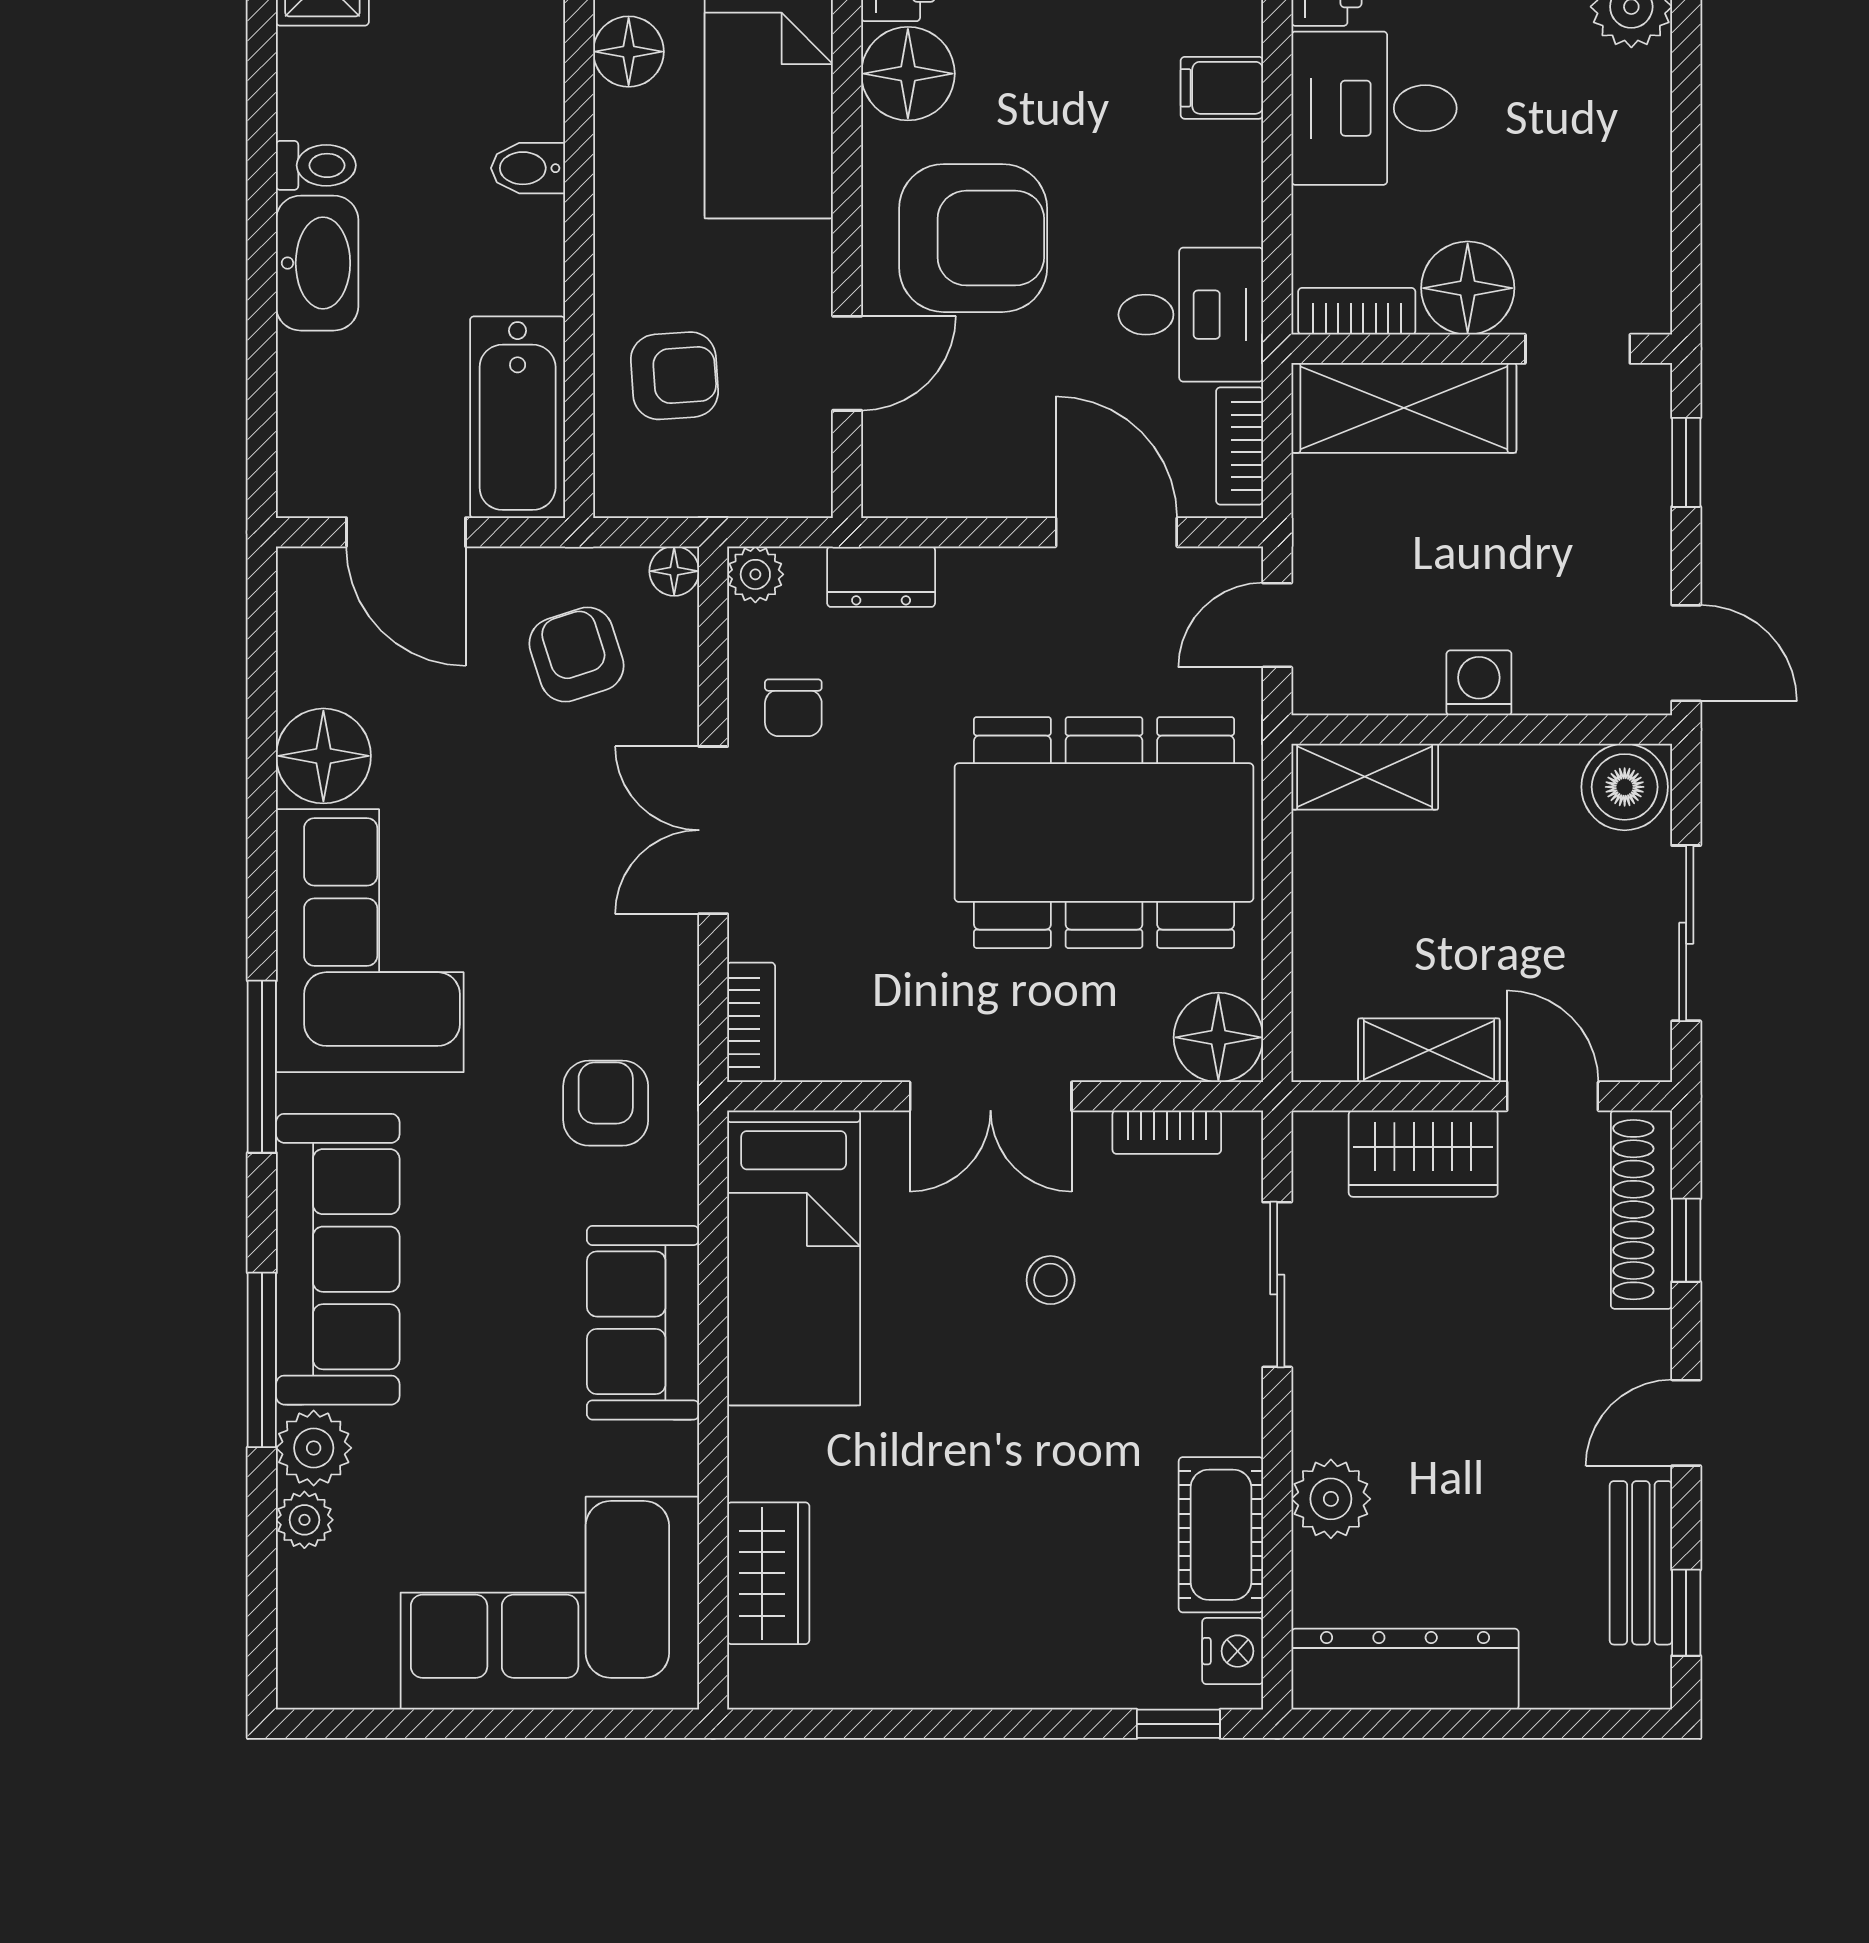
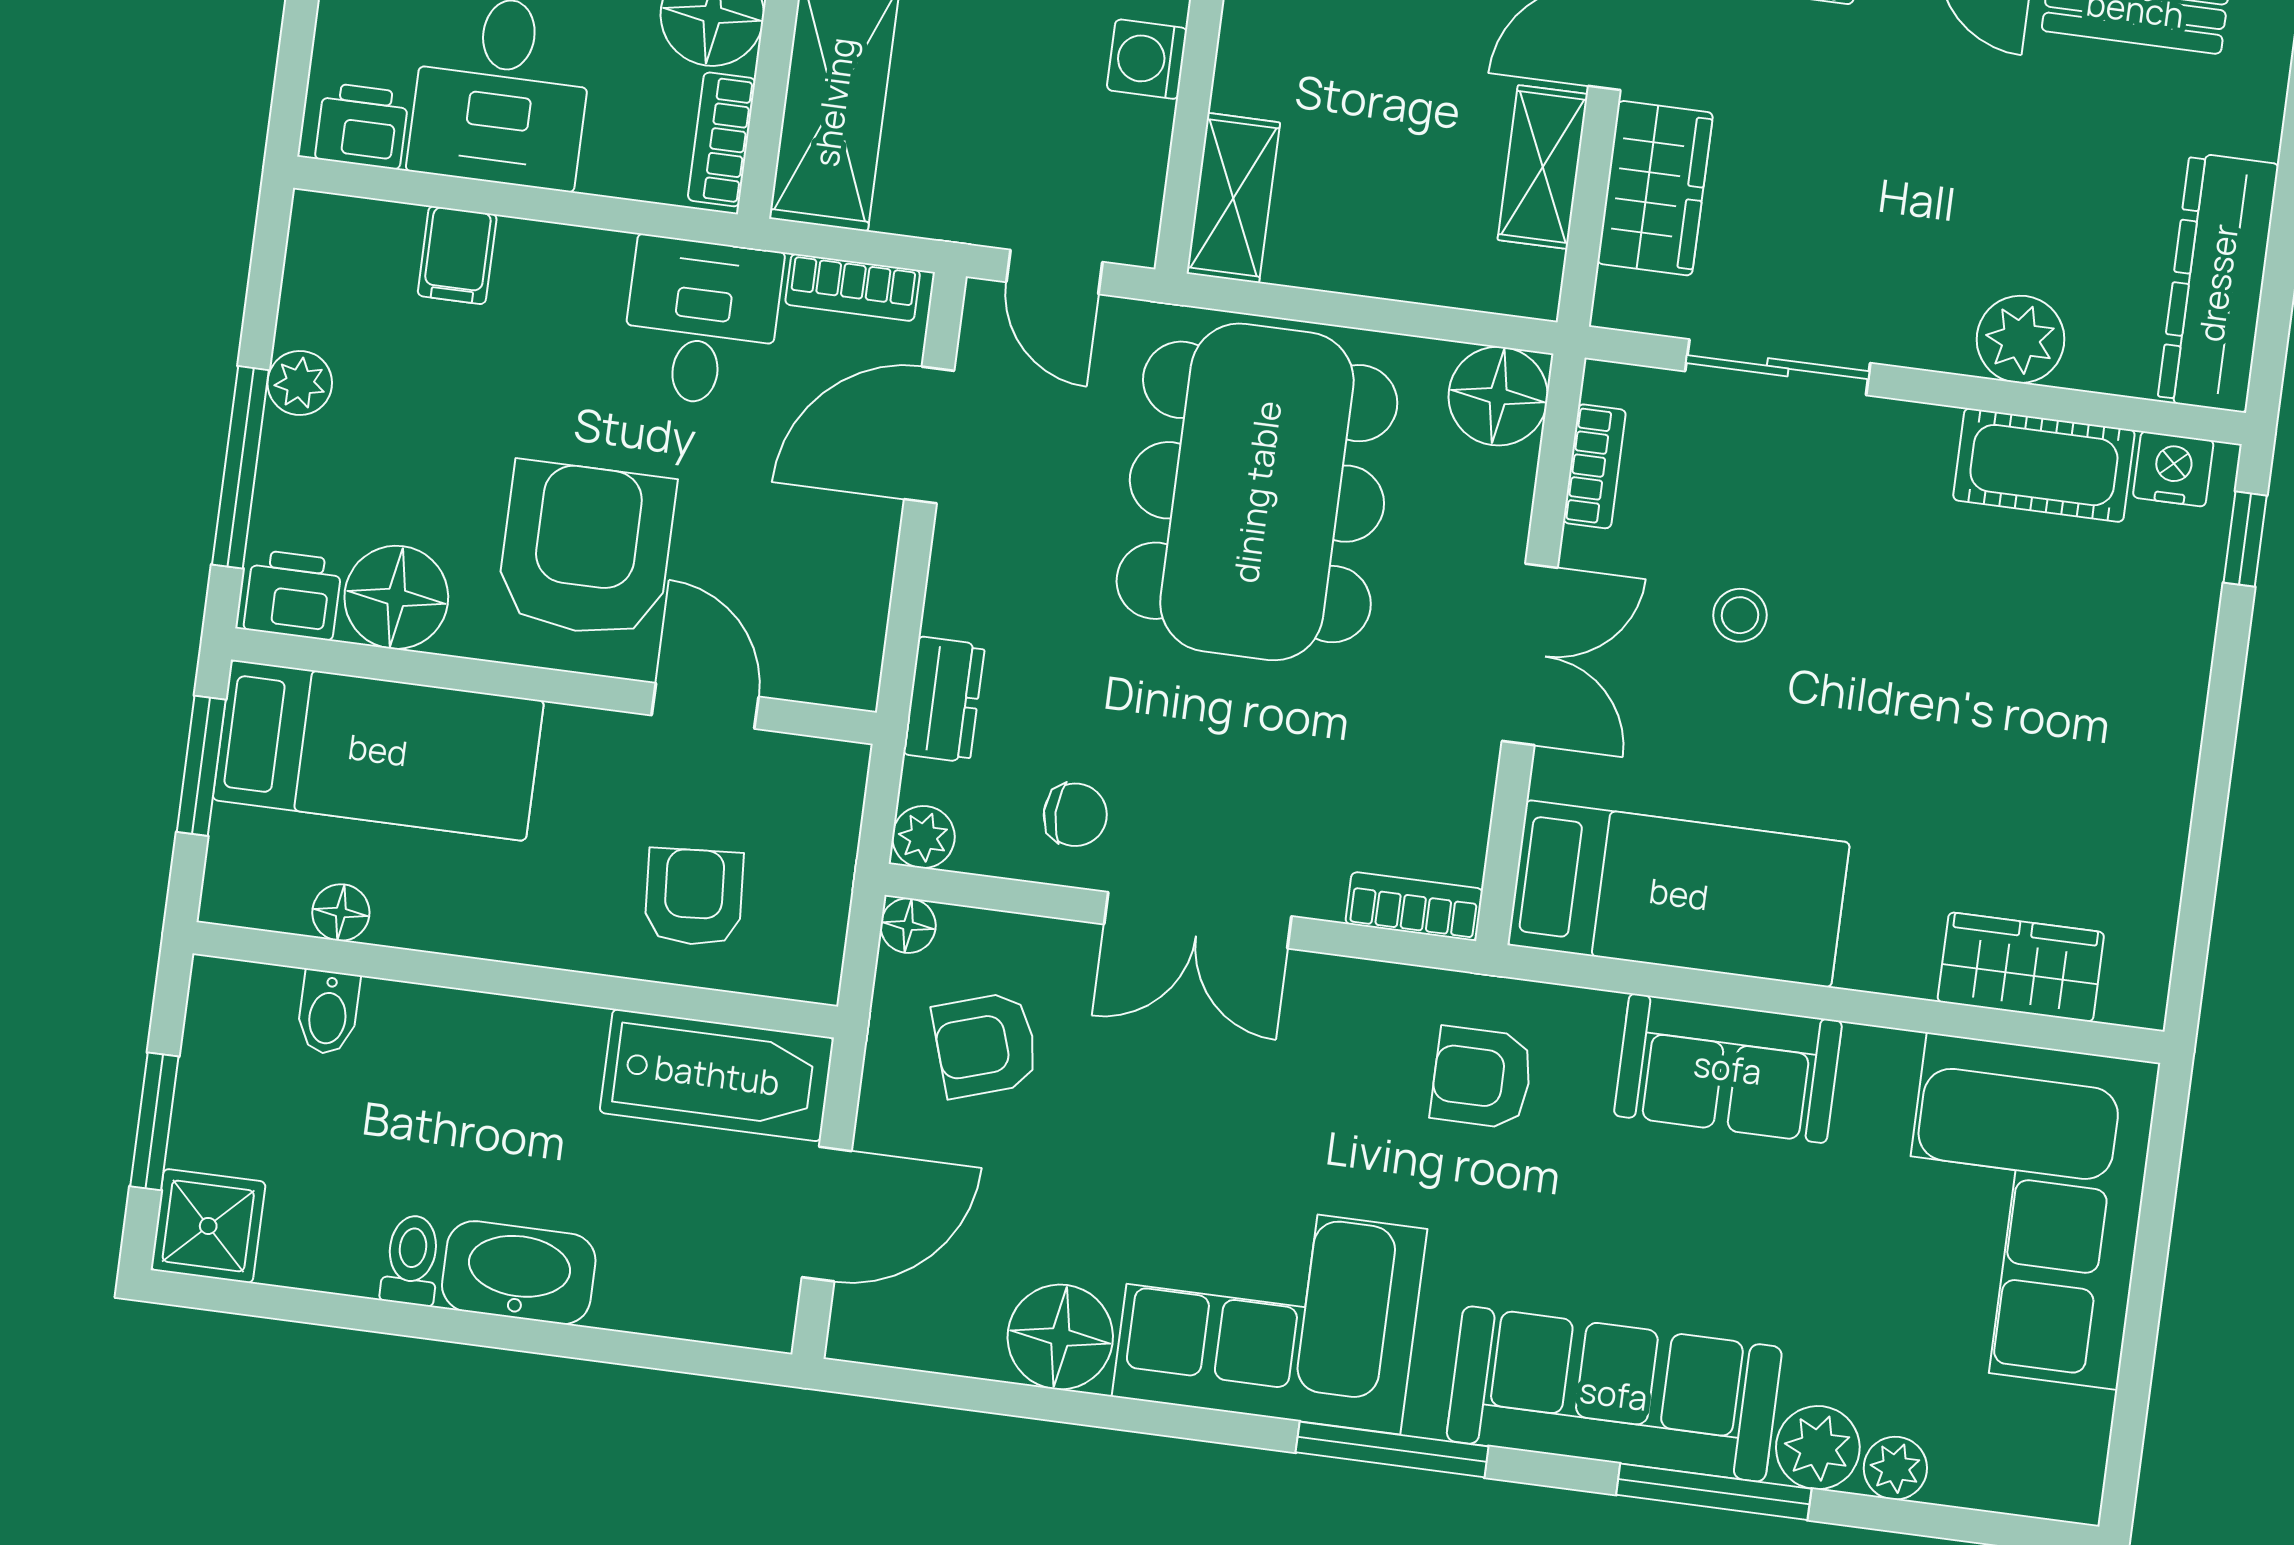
floor lamp: (629, 52) -> (341, 913), width x0.73, depth x0.73
bidet: (528, 168) -> (328, 1012), moved

